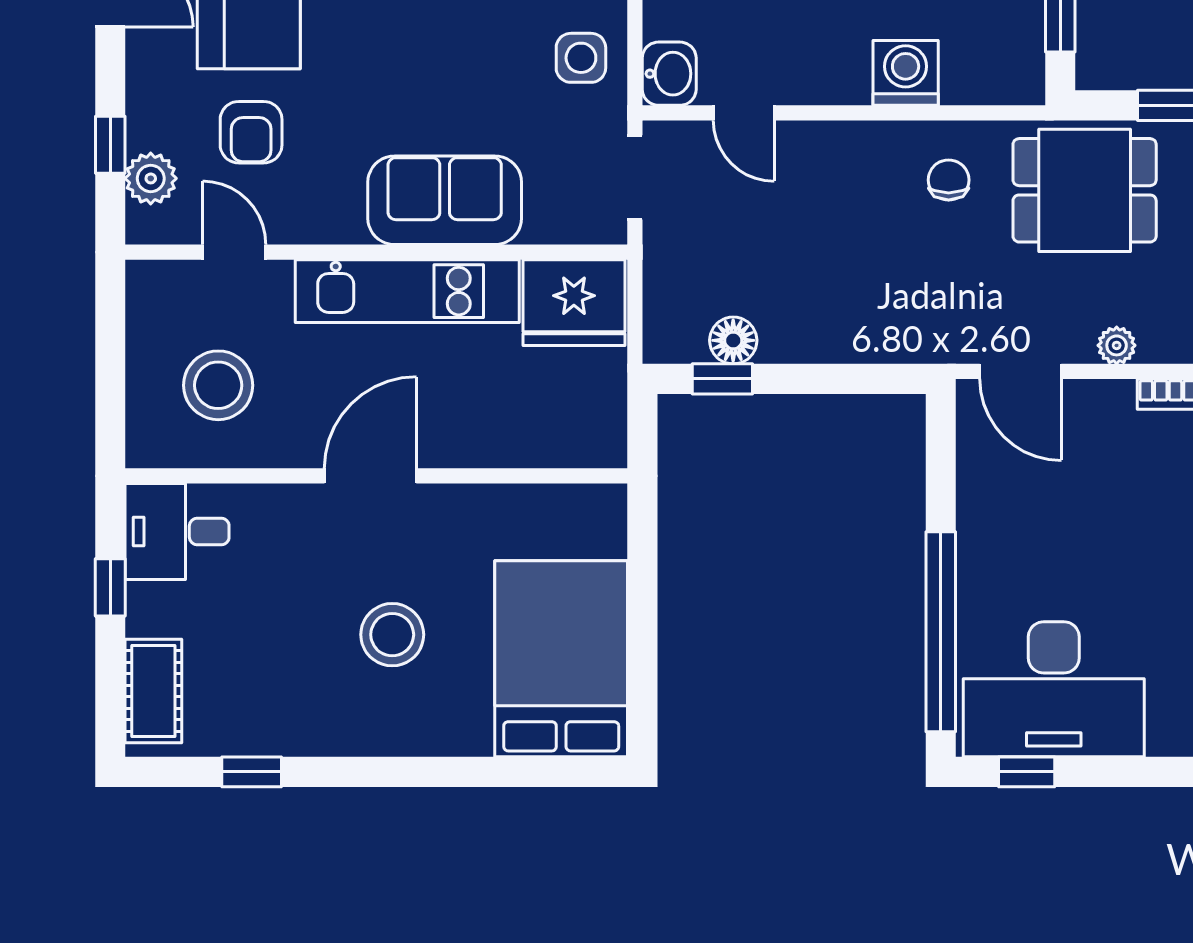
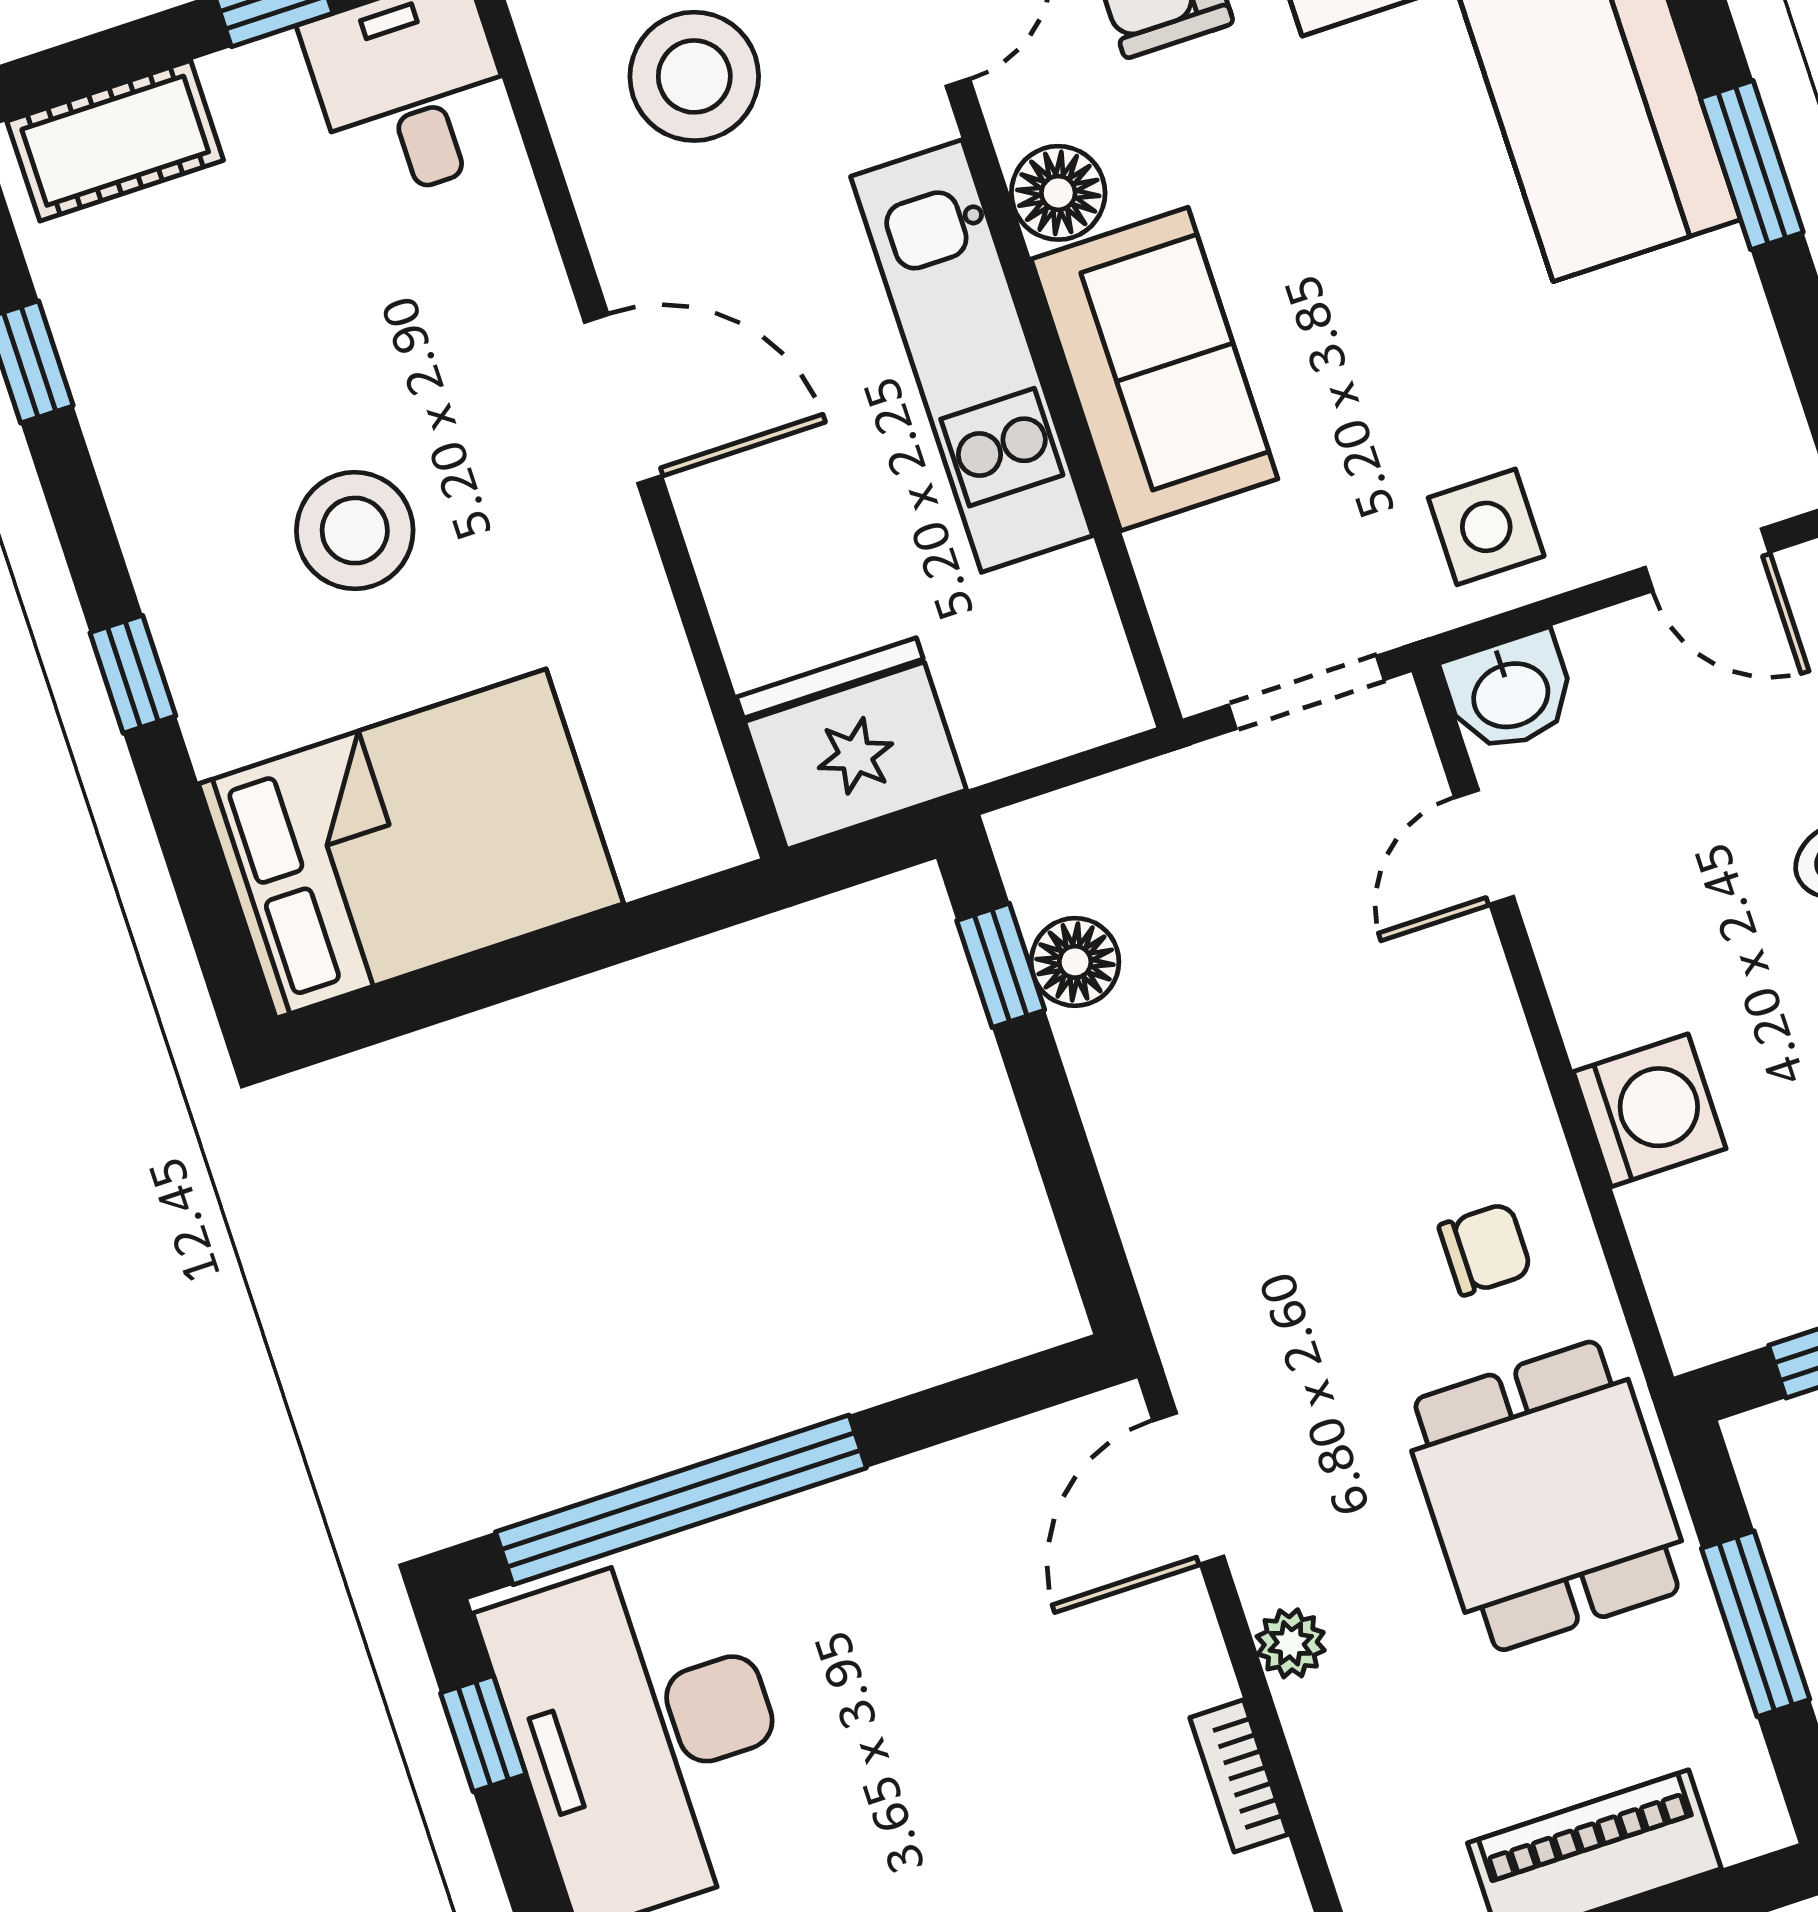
floor lamp: (339, 220) -> (1058, 193), added
fridge: (574, 303) -> (851, 744), moved, turned 90
window: (428, 772) -> (133, 674), added

